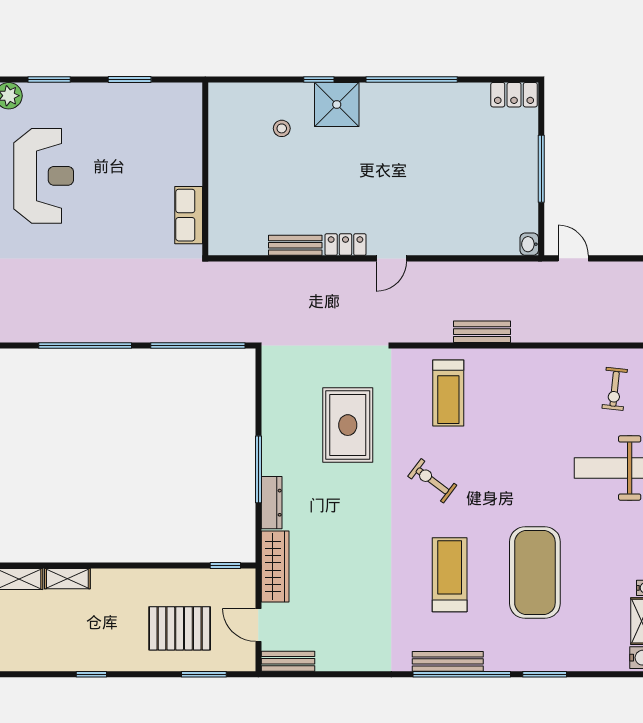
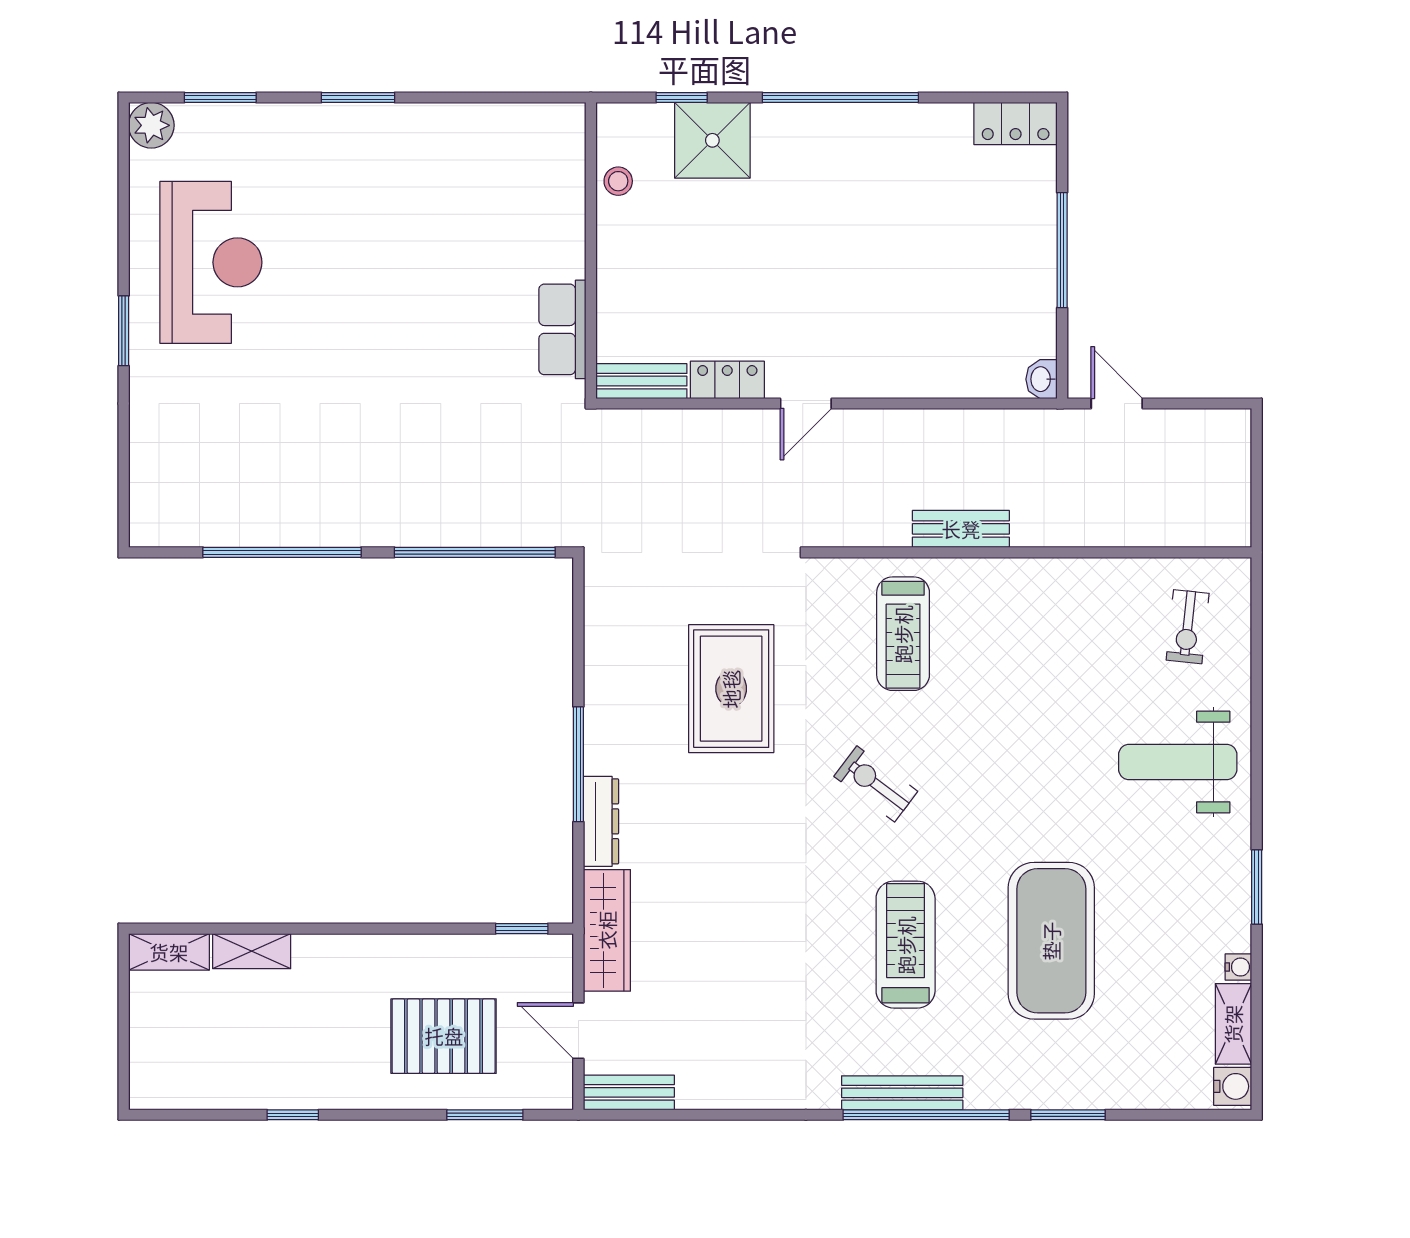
wall: (205, 169) -> (591, 251), moved
row of seats: (189, 215) -> (562, 329), moved

